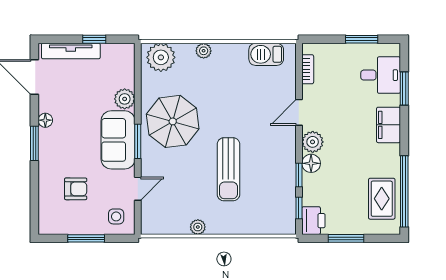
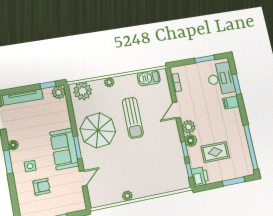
window: (94, 39) -> (48, 85), moved
desk: (381, 75) -> (221, 79), width x1.37
plant: (125, 99) -> (59, 92), moved
filing cabinet: (389, 125) -> (231, 102), width x0.50
sun lounger: (228, 169) -> (133, 118), moved
rug: (382, 199) -> (215, 152), moved, turned 90
side table: (116, 216) -> (30, 166), moved
window: (346, 238) -> (234, 182), moved

